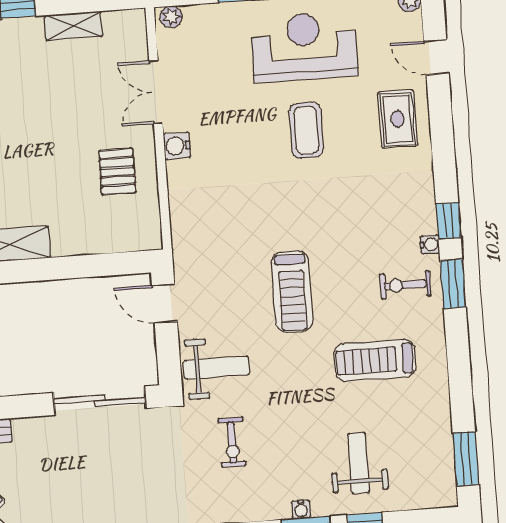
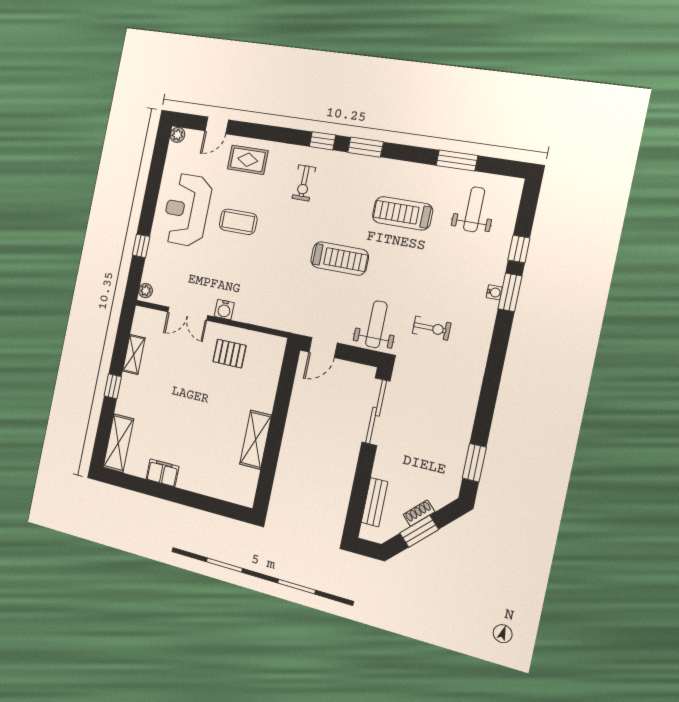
water cooler: (430, 245) -> (335, 157), removed
exercise bike: (405, 285) -> (304, 183), moved
treadmill: (375, 360) -> (402, 213), turned 90
window: (466, 459) -> (457, 160), moved
weight bench: (359, 463) -> (474, 209), moved, turned 90

